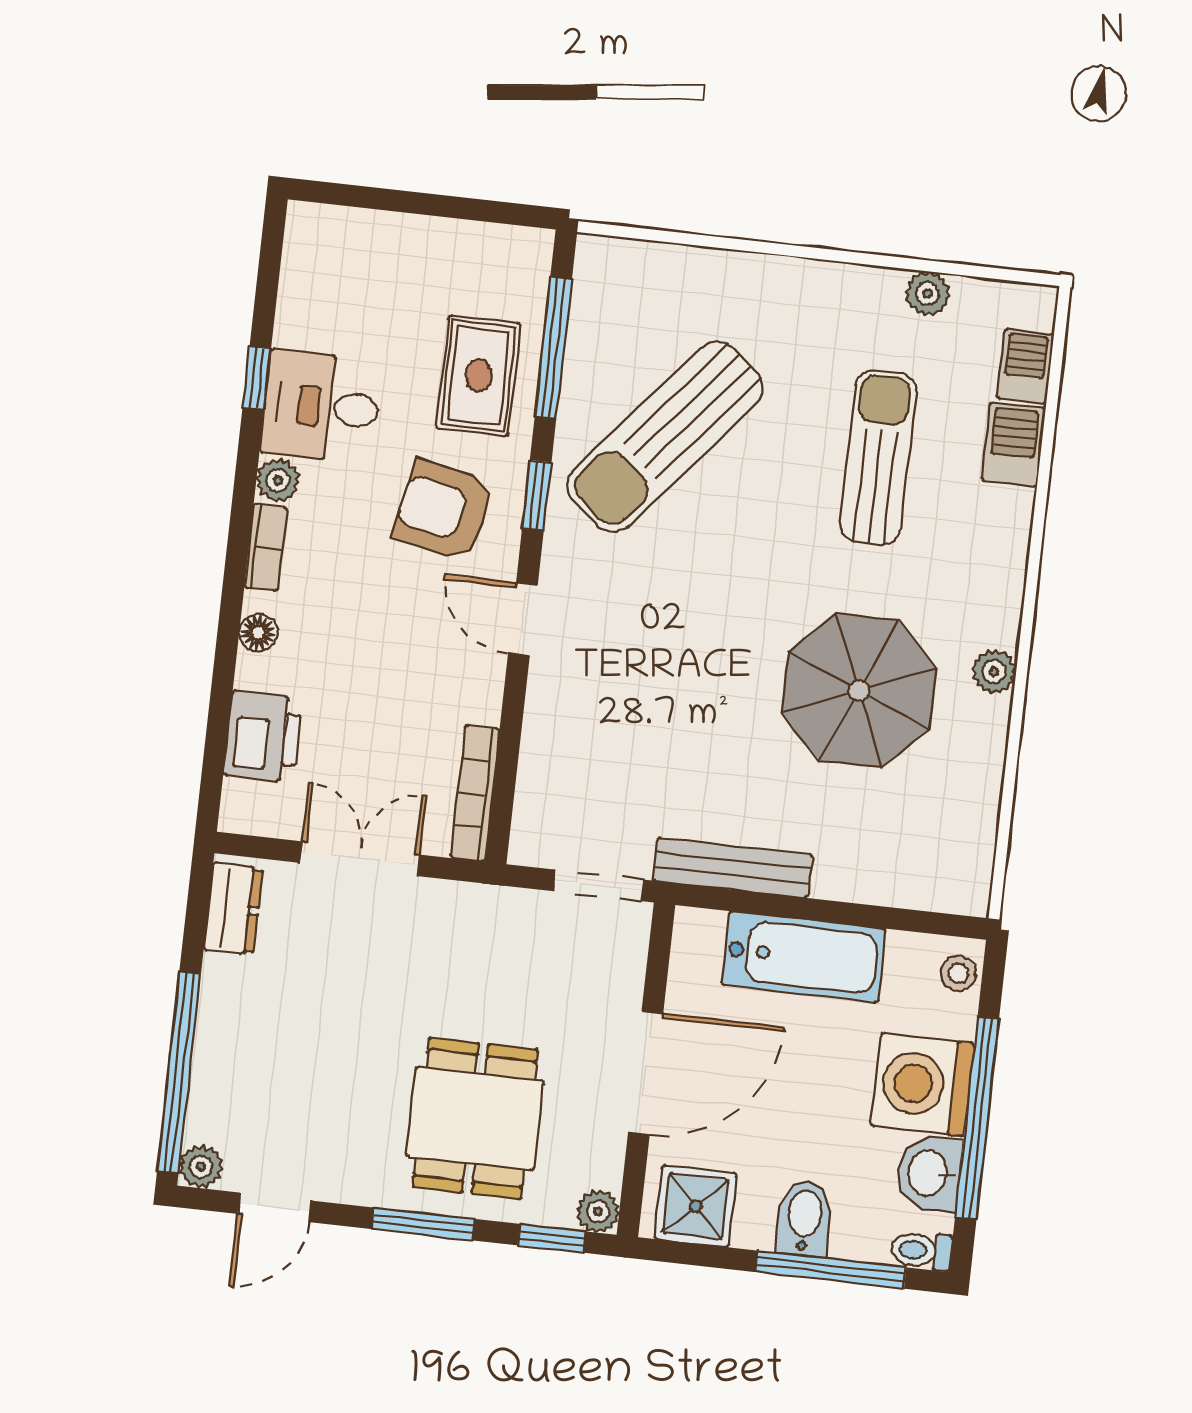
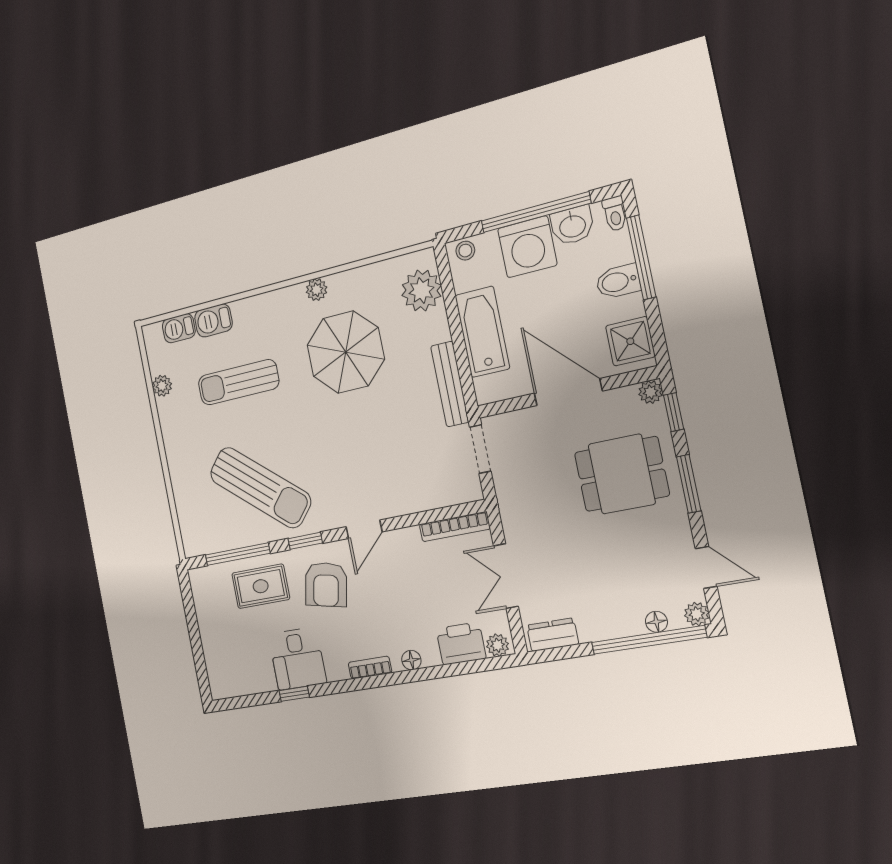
plant: (278, 480) -> (498, 645), moved
plant: (918, 870) -> (421, 290), added
floor lamp: (206, 1095) -> (656, 622), added

